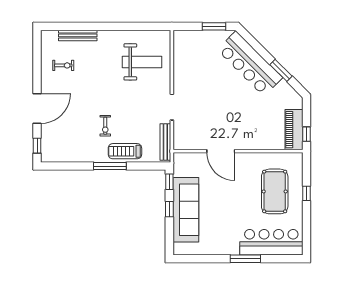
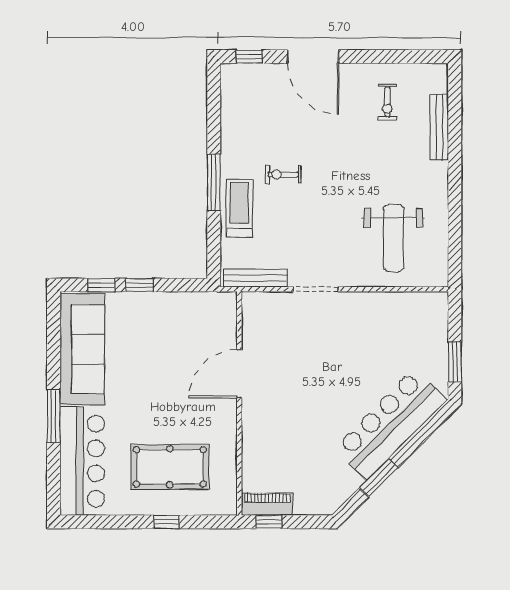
piano: (294, 130) -> (267, 504), width x0.73, depth x0.75
window: (169, 182) -> (101, 285), moved
sofa: (186, 210) -> (82, 349), moved, turned -90

